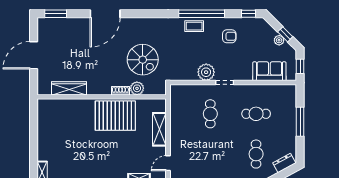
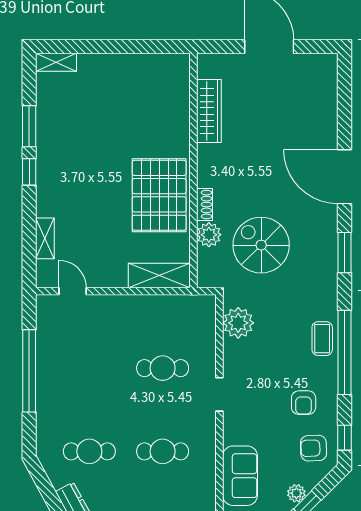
window: (56, 14) -> (345, 253), moved
armchair: (254, 31) -> (314, 448), added
spiral stairs: (143, 60) -> (261, 245), turned 90
plant: (206, 72) -> (238, 323), moved
cafe table: (256, 114) -> (163, 451), turned 90
shelving: (159, 129) -> (159, 276), moved

